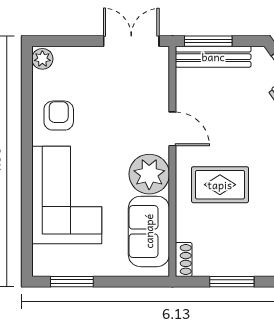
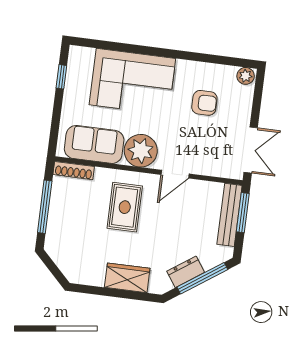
armchair: (59, 116) -> (204, 103), moved
shoe rack: (184, 260) -> (74, 171), width x1.43
window: (72, 282) -> (61, 77), width x0.67
window: (232, 282) -> (45, 207), width x1.44

